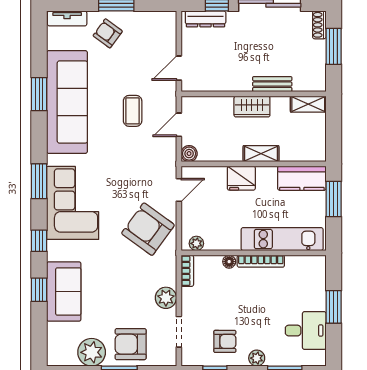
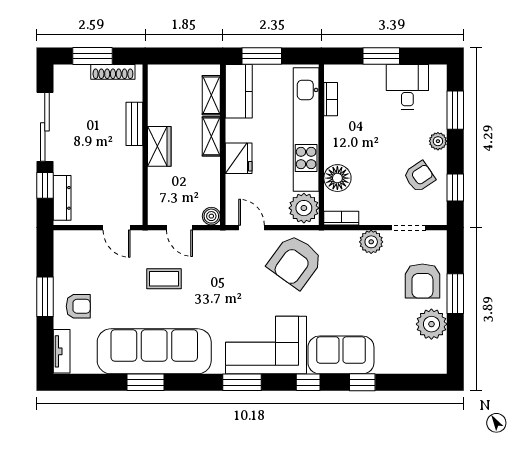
shoe rack: (319, 25) -> (113, 72), moved, width x1.43
armchair: (108, 33) -> (78, 306), turned -126
shelving: (308, 104) -> (211, 95), moved
kitchen unit: (282, 239) -> (306, 130), width x1.36
plant: (196, 243) -> (304, 208), width x1.88, depth x1.88
bookcase: (261, 261) -> (331, 99), moved, width x0.64
floor lamp: (229, 262) -> (337, 178), width x1.89, depth x1.89
sofa: (64, 291) -> (341, 355), moved
armchair: (225, 341) -> (419, 177), turned 56

